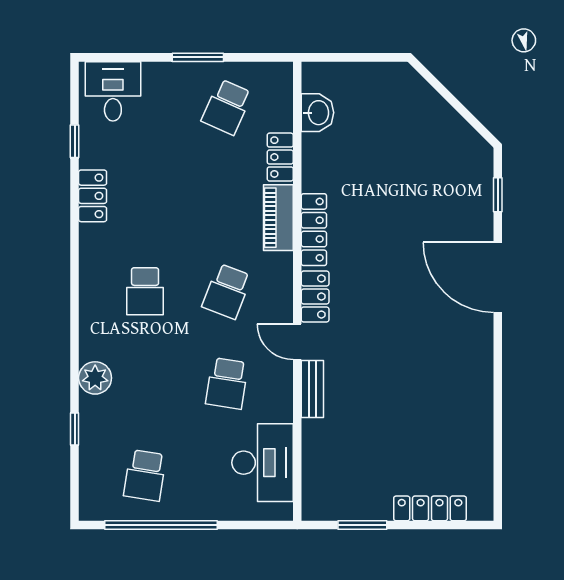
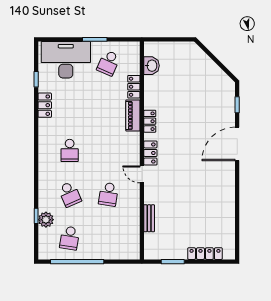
desk: (113, 91) -> (66, 60), width x1.87, depth x1.30
locker: (314, 230) -> (150, 121), width x0.66
door: (498, 277) -> (237, 144), hinge flipped
school desk: (227, 291) -> (70, 194), moved, turned -45
plant: (95, 378) -> (46, 220), moved
bench: (312, 389) -> (149, 218), moved
desk: (263, 463) -> (125, 232), removed

